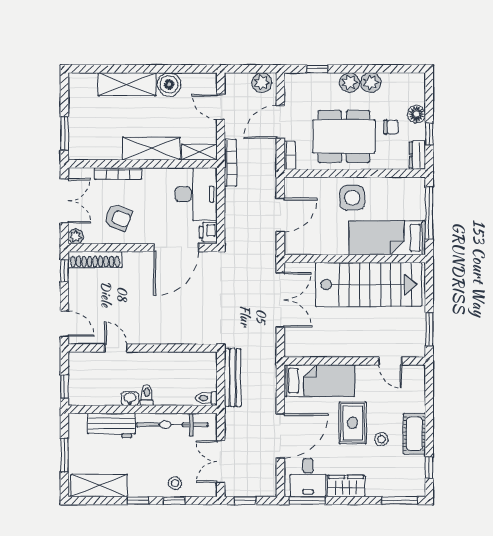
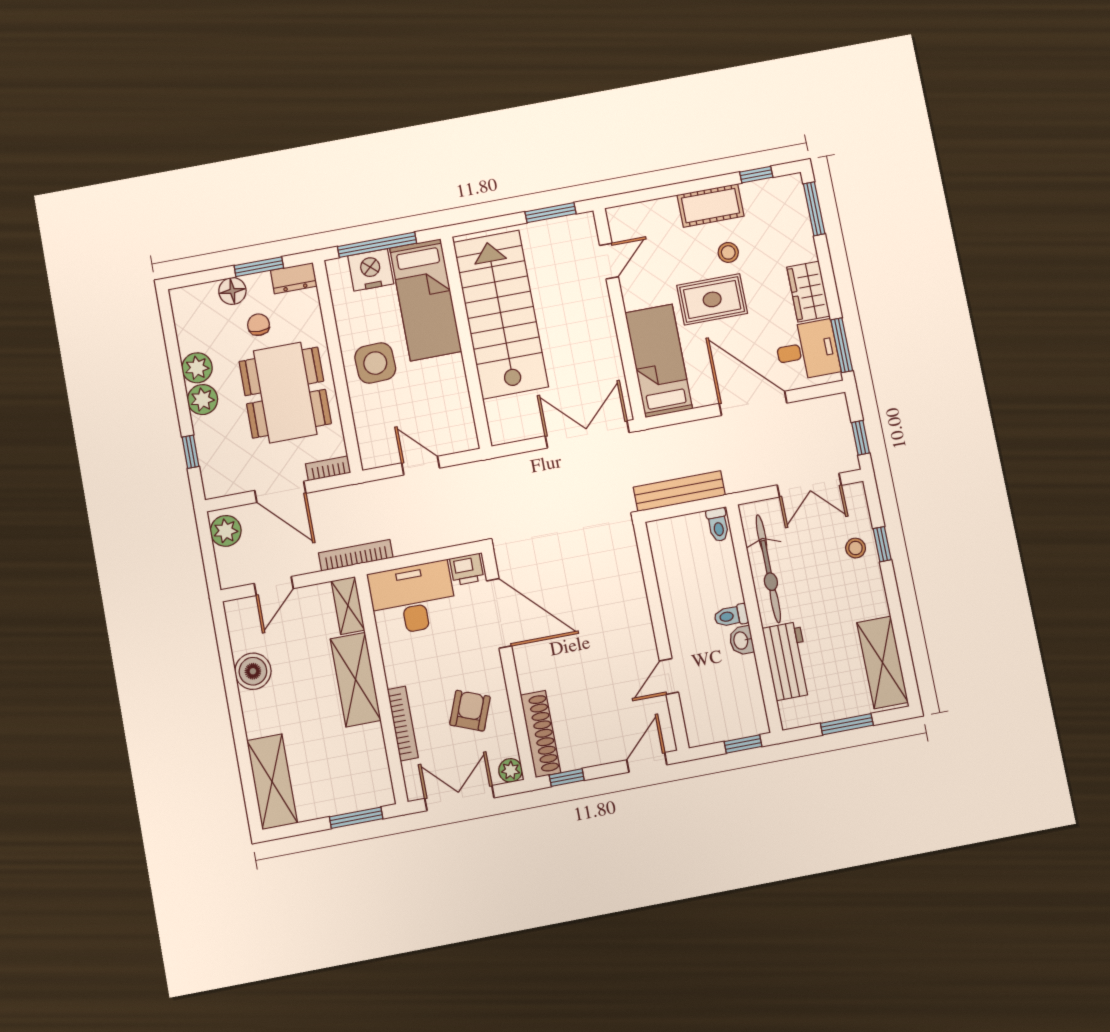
shelving: (127, 84) -> (272, 782), moved
window: (429, 134) -> (259, 267), width x1.50
nightstand: (413, 206) -> (371, 270), added
door: (280, 215) -> (421, 466), width x0.73
double door: (280, 300) -> (587, 434), moved
window: (138, 501) -> (893, 599), removed

